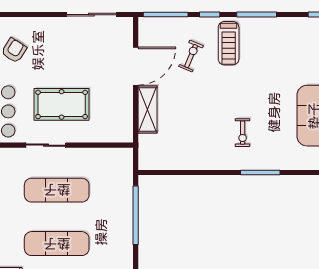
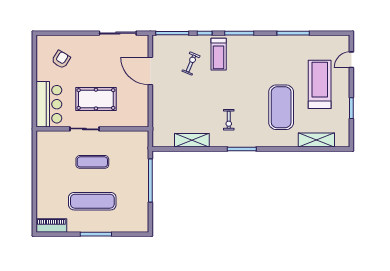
door: (136, 66) -> (150, 71), swing flipped
shelving: (147, 110) -> (192, 140), moved, turned 90
exercise mat: (57, 190) -> (92, 162), width x0.73, depth x0.69

